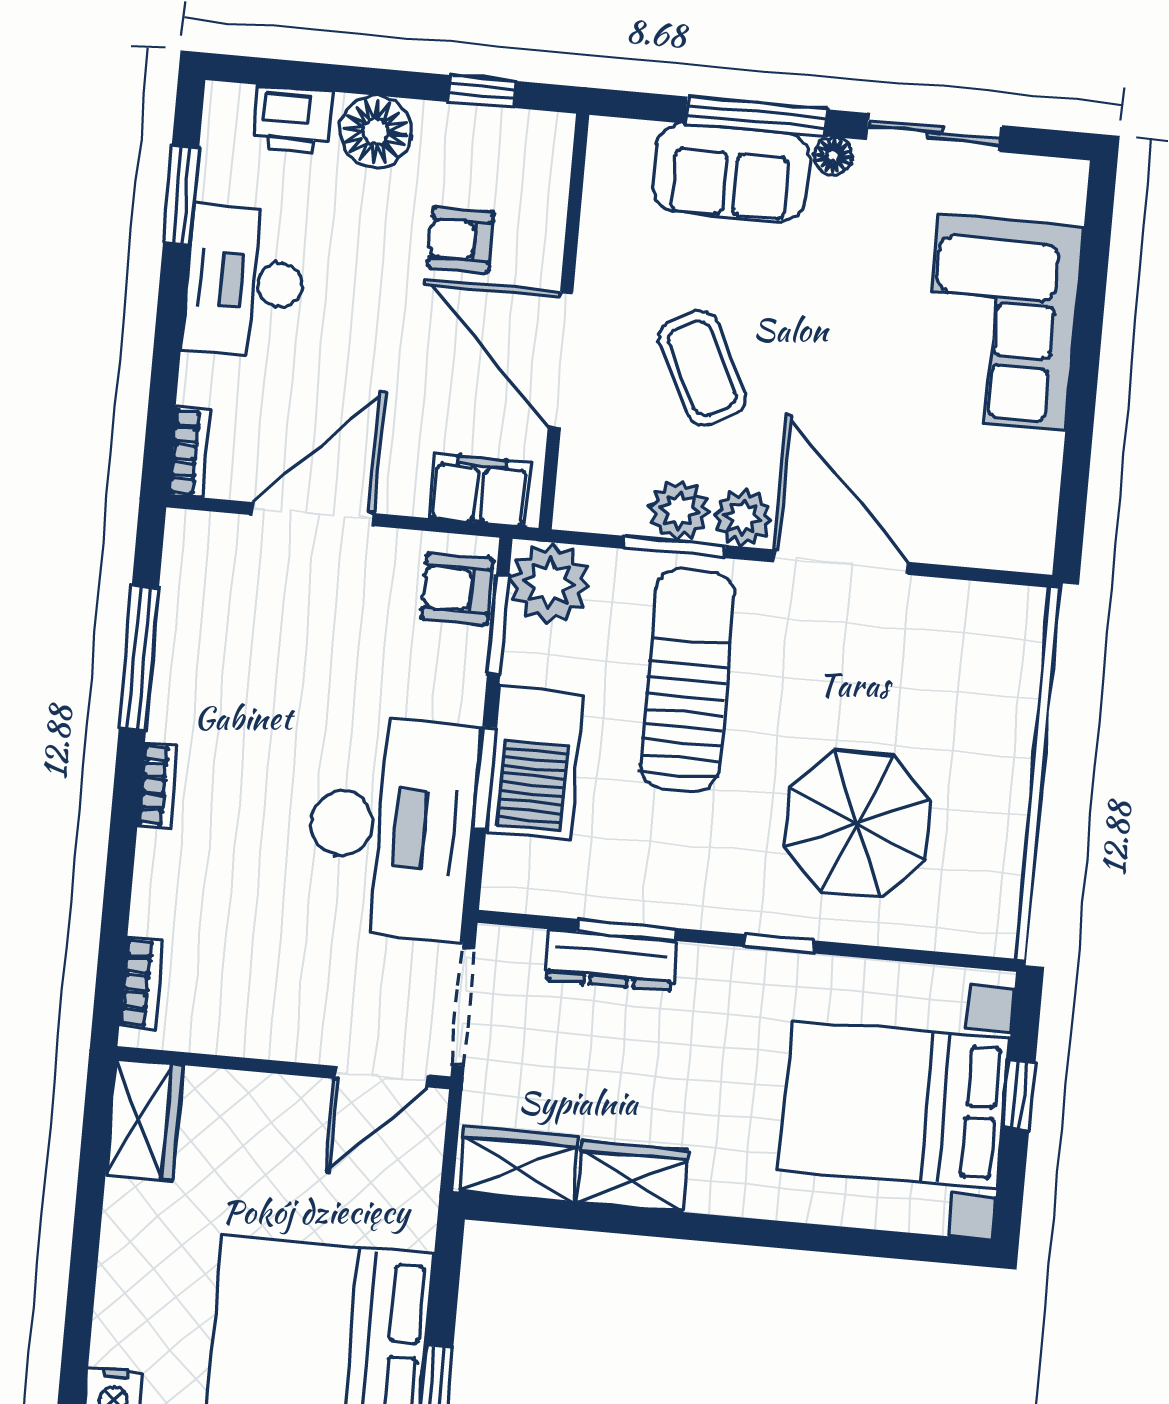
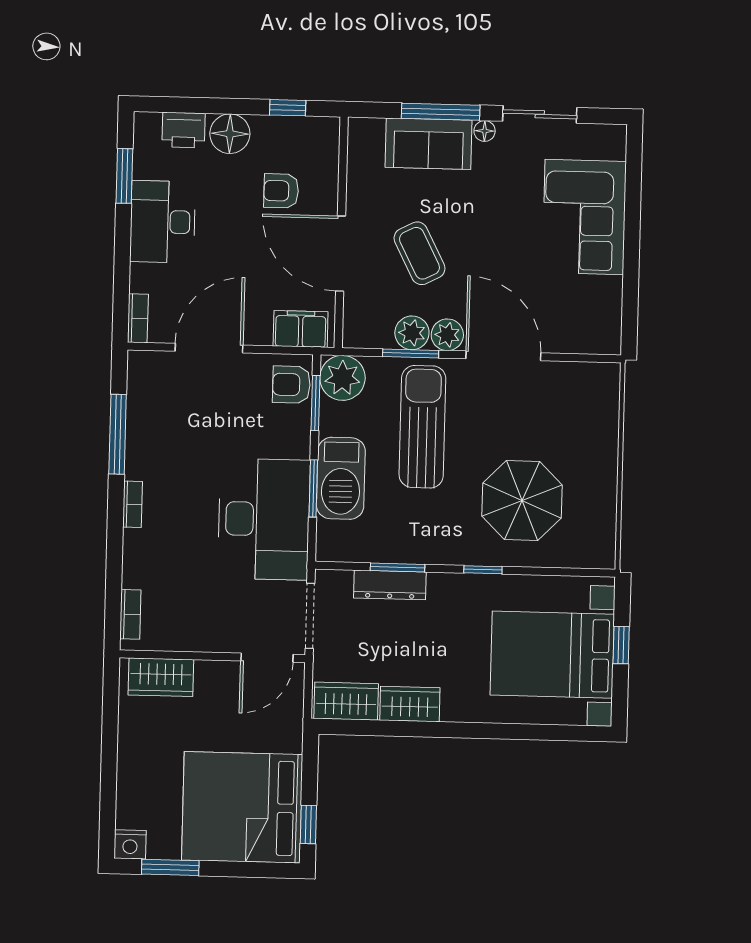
wardrobe: (144, 1120) -> (161, 677), moved, turned 90

